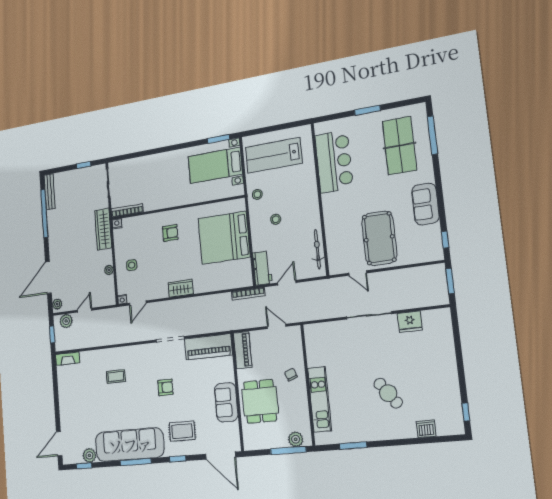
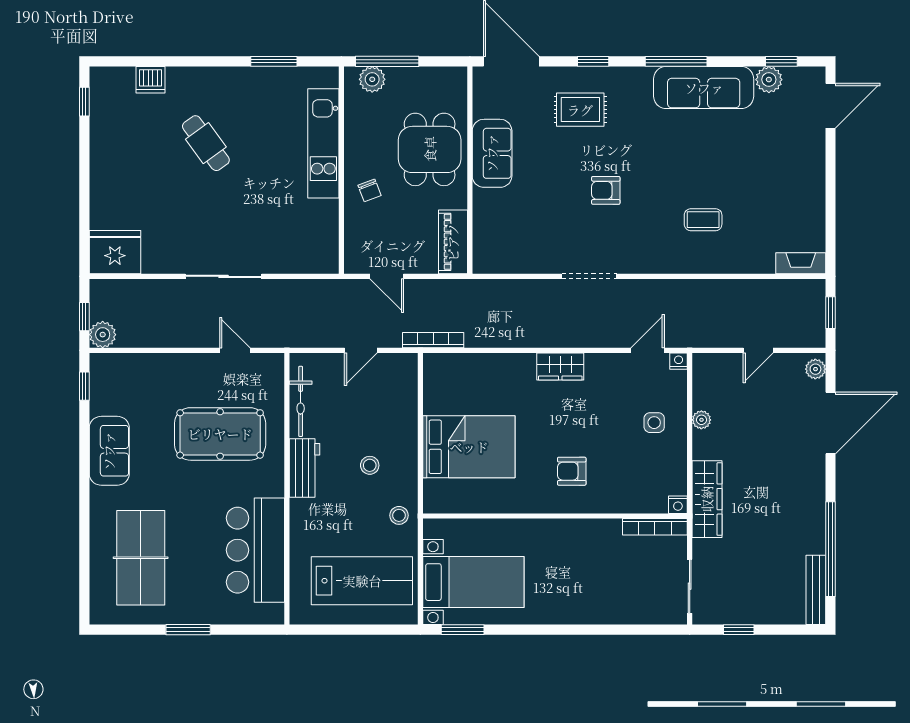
window: (432, 135) -> (84, 565), removed
bed: (224, 238) -> (469, 447), width x0.73
pool table: (379, 238) -> (220, 434), moved, turned 90
workbench: (262, 268) -> (305, 468), moved, turned 180
window: (450, 281) -> (84, 317), width x0.67
plant: (66, 321) -> (103, 335), moved
fridge: (410, 322) -> (115, 252), moved, width x1.36, depth x1.34
piano: (208, 347) -> (517, 255), removed
sofa: (130, 445) -> (704, 88), width x0.74, depth x0.79

